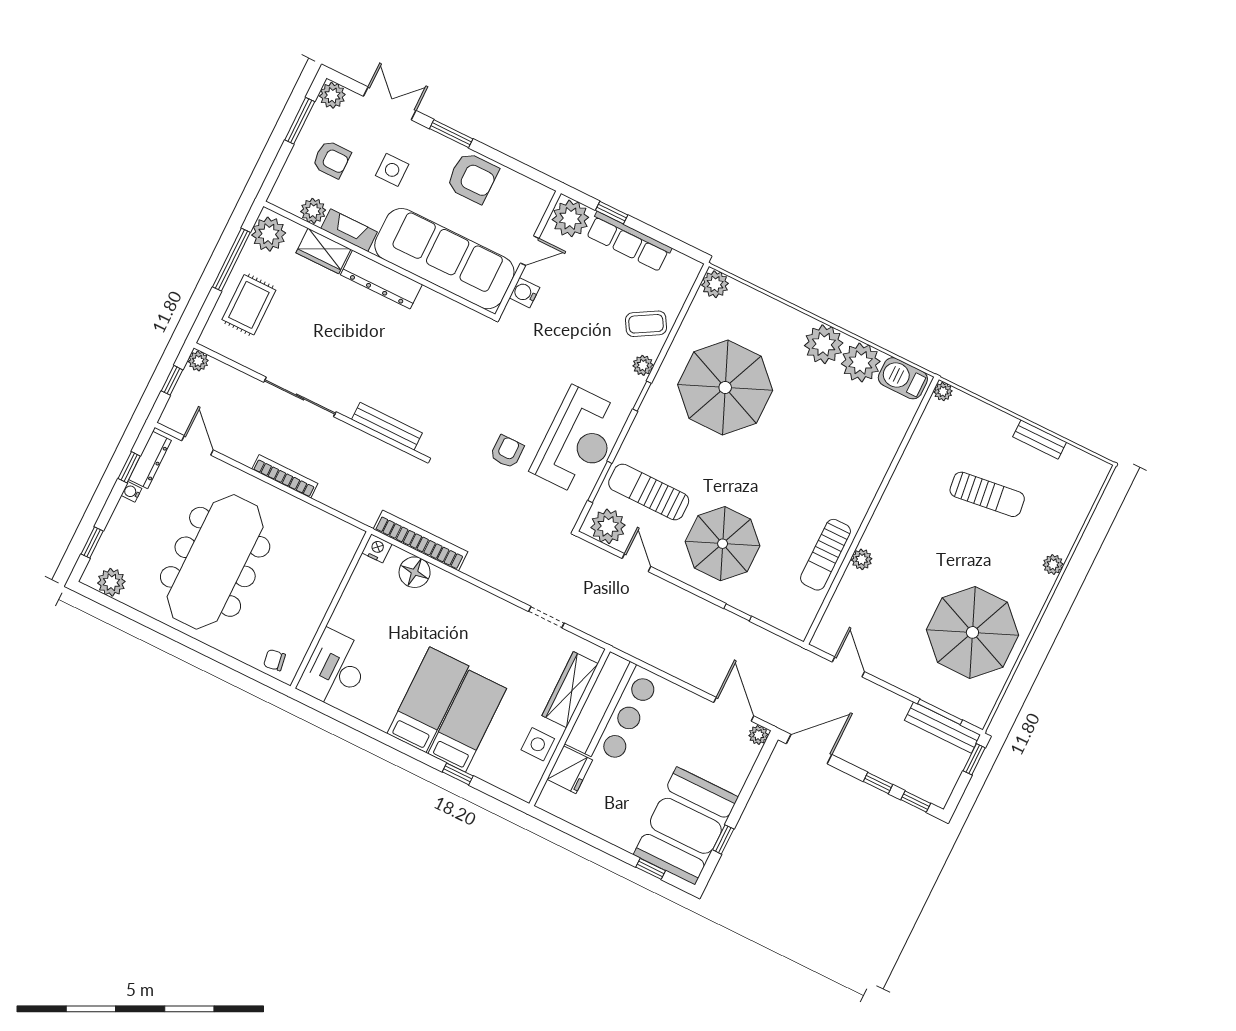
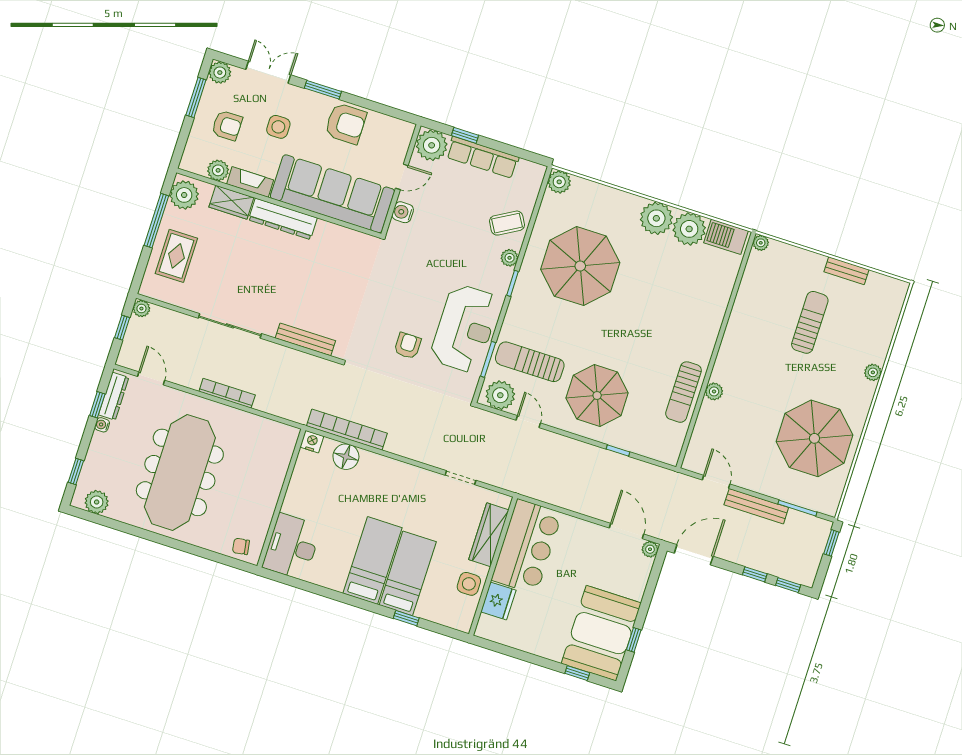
sun lounger: (987, 494) -> (810, 322), turned -83
bench: (943, 728) -> (756, 506), moved

